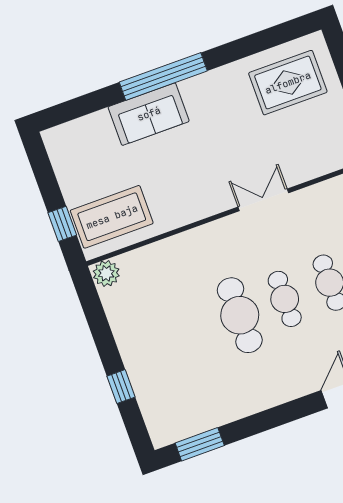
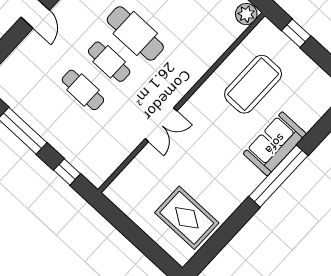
rug: (288, 83) -> (187, 218), turned 90
coffee table: (112, 217) -> (253, 84), moved

